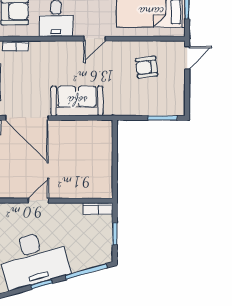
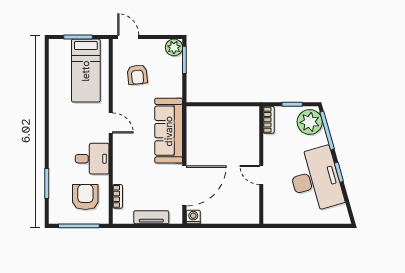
sofa: (77, 101) -> (169, 131), width x1.36
plant: (176, 107) -> (174, 47), added
plant: (96, 253) -> (310, 122), added

